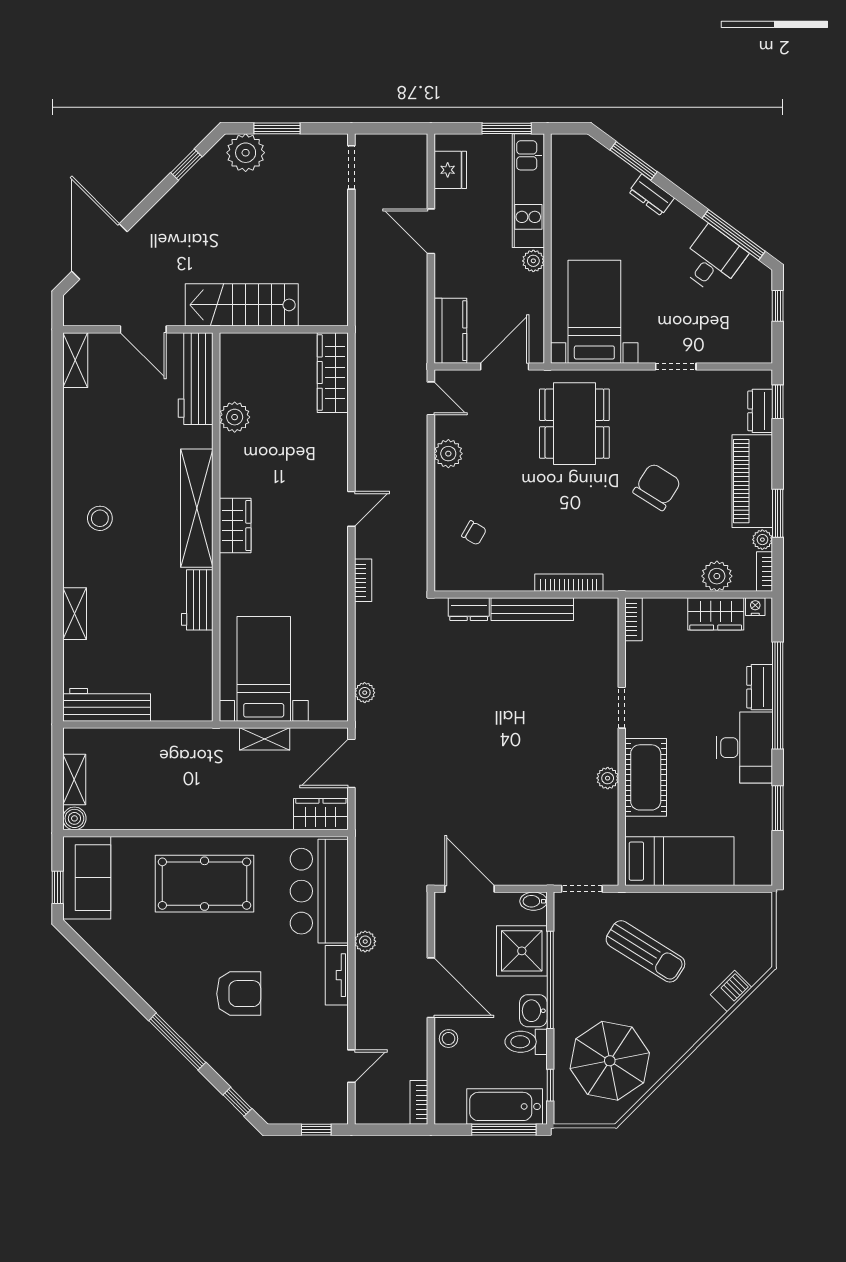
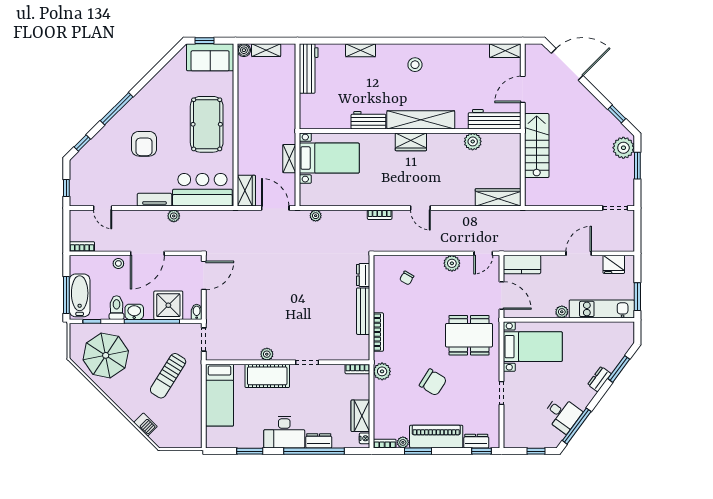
plant: (717, 576) -> (382, 371), moved

